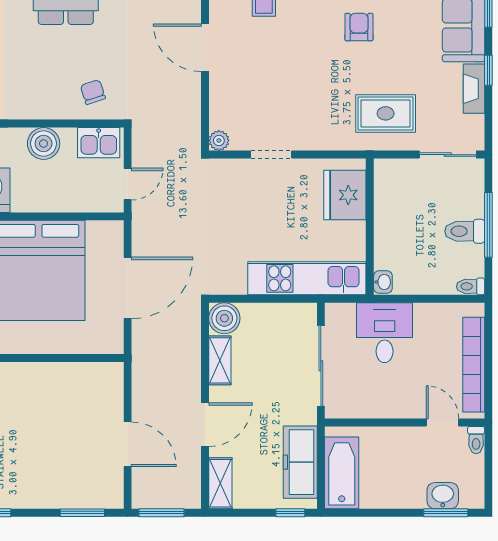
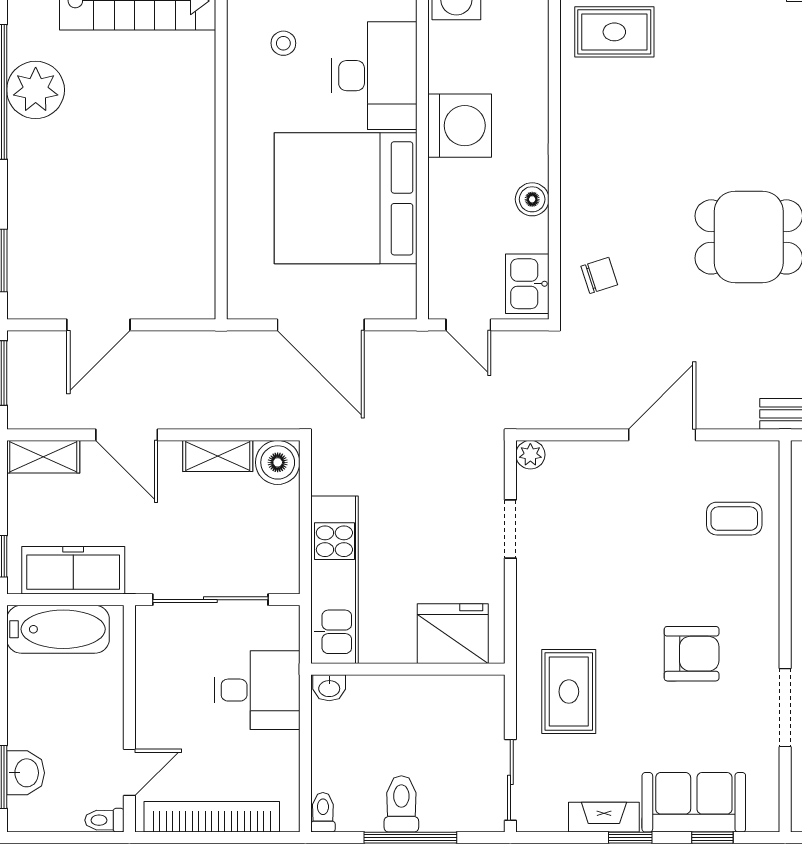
armchair: (359, 27) -> (692, 654), width x1.38, depth x1.38
boiler: (44, 144) -> (532, 199), width x0.73, depth x0.73

